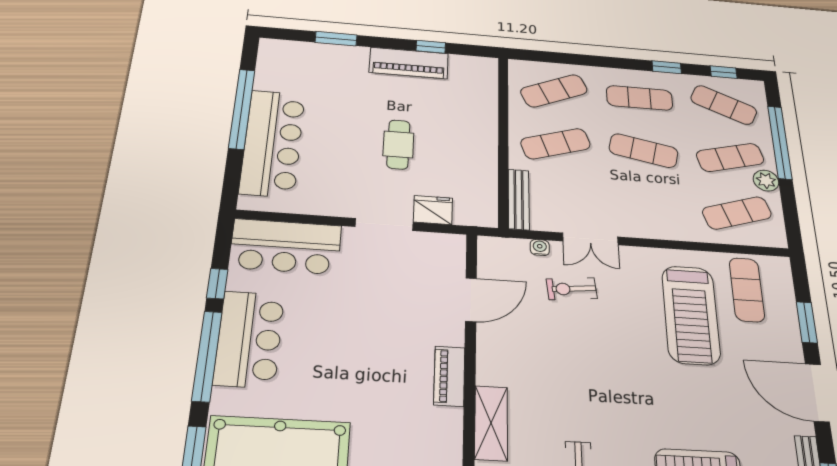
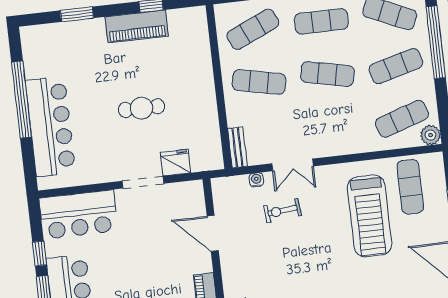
cafe table: (398, 144) -> (141, 108), turned 90
exercise mat: (555, 144) -> (259, 82), turned 30
plant: (766, 181) -> (430, 135), moved
bench: (519, 199) -> (237, 147), width x0.73
door: (471, 300) -> (213, 233), swing flipped

